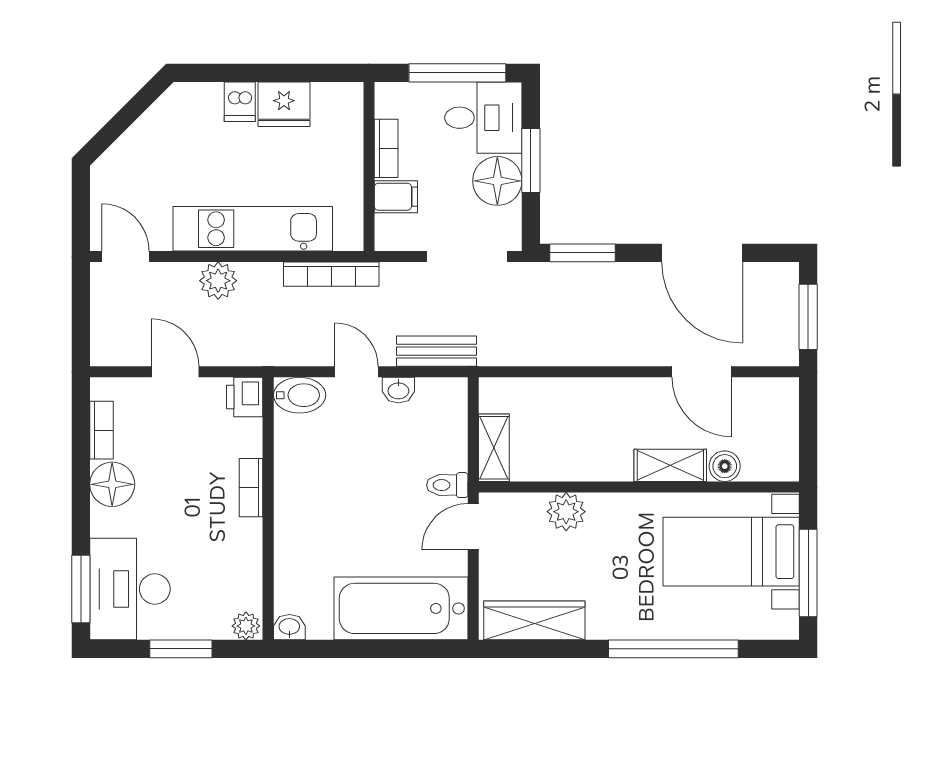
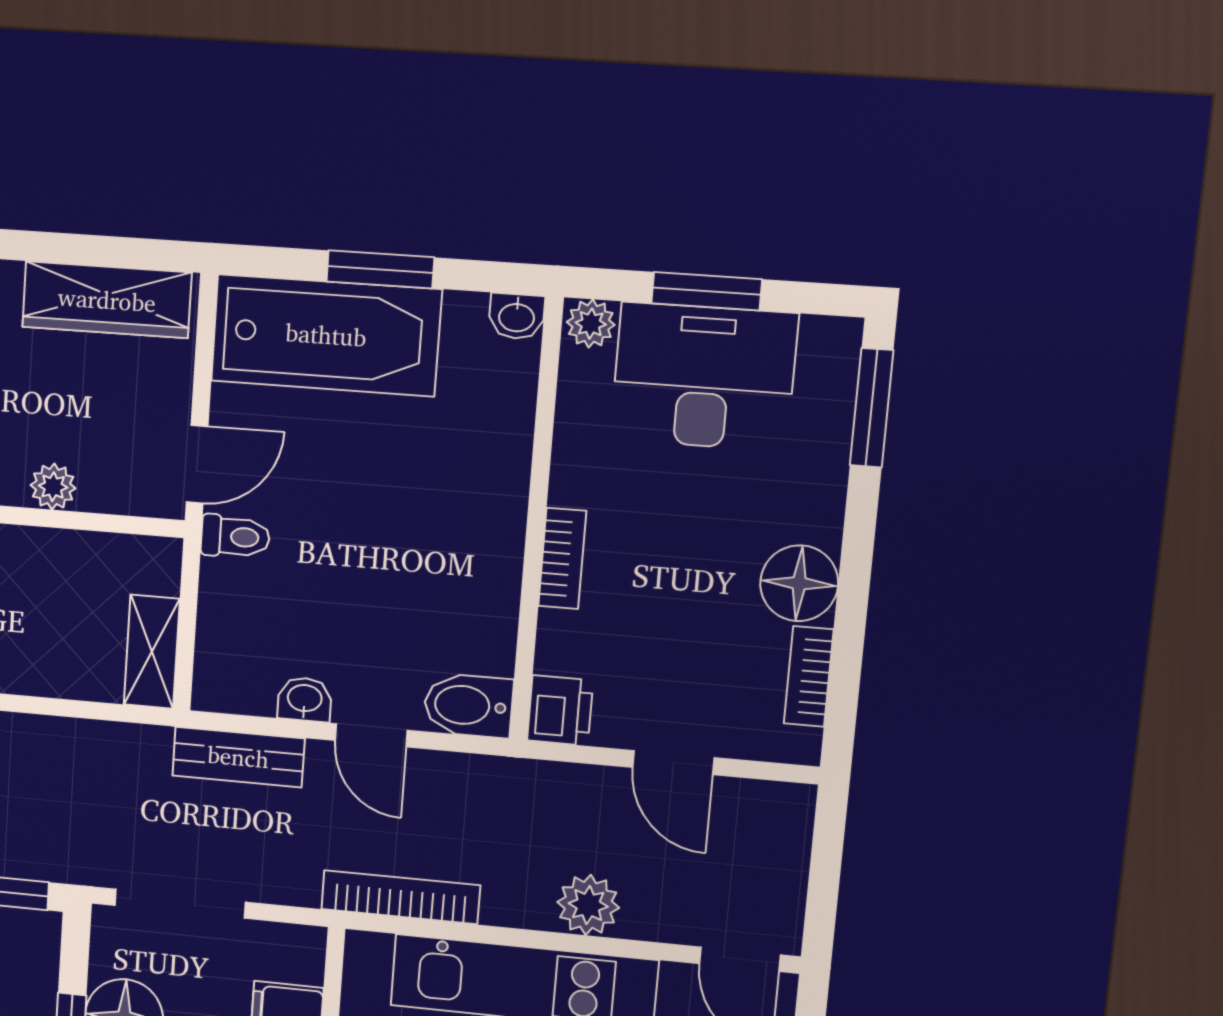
shelving: (494, 448) -> (152, 652), moved
plant: (566, 512) -> (53, 487), width x0.73, depth x0.73
desk: (130, 589) -> (704, 377), moved, turned -90
window: (371, 649) -> (380, 269), added

